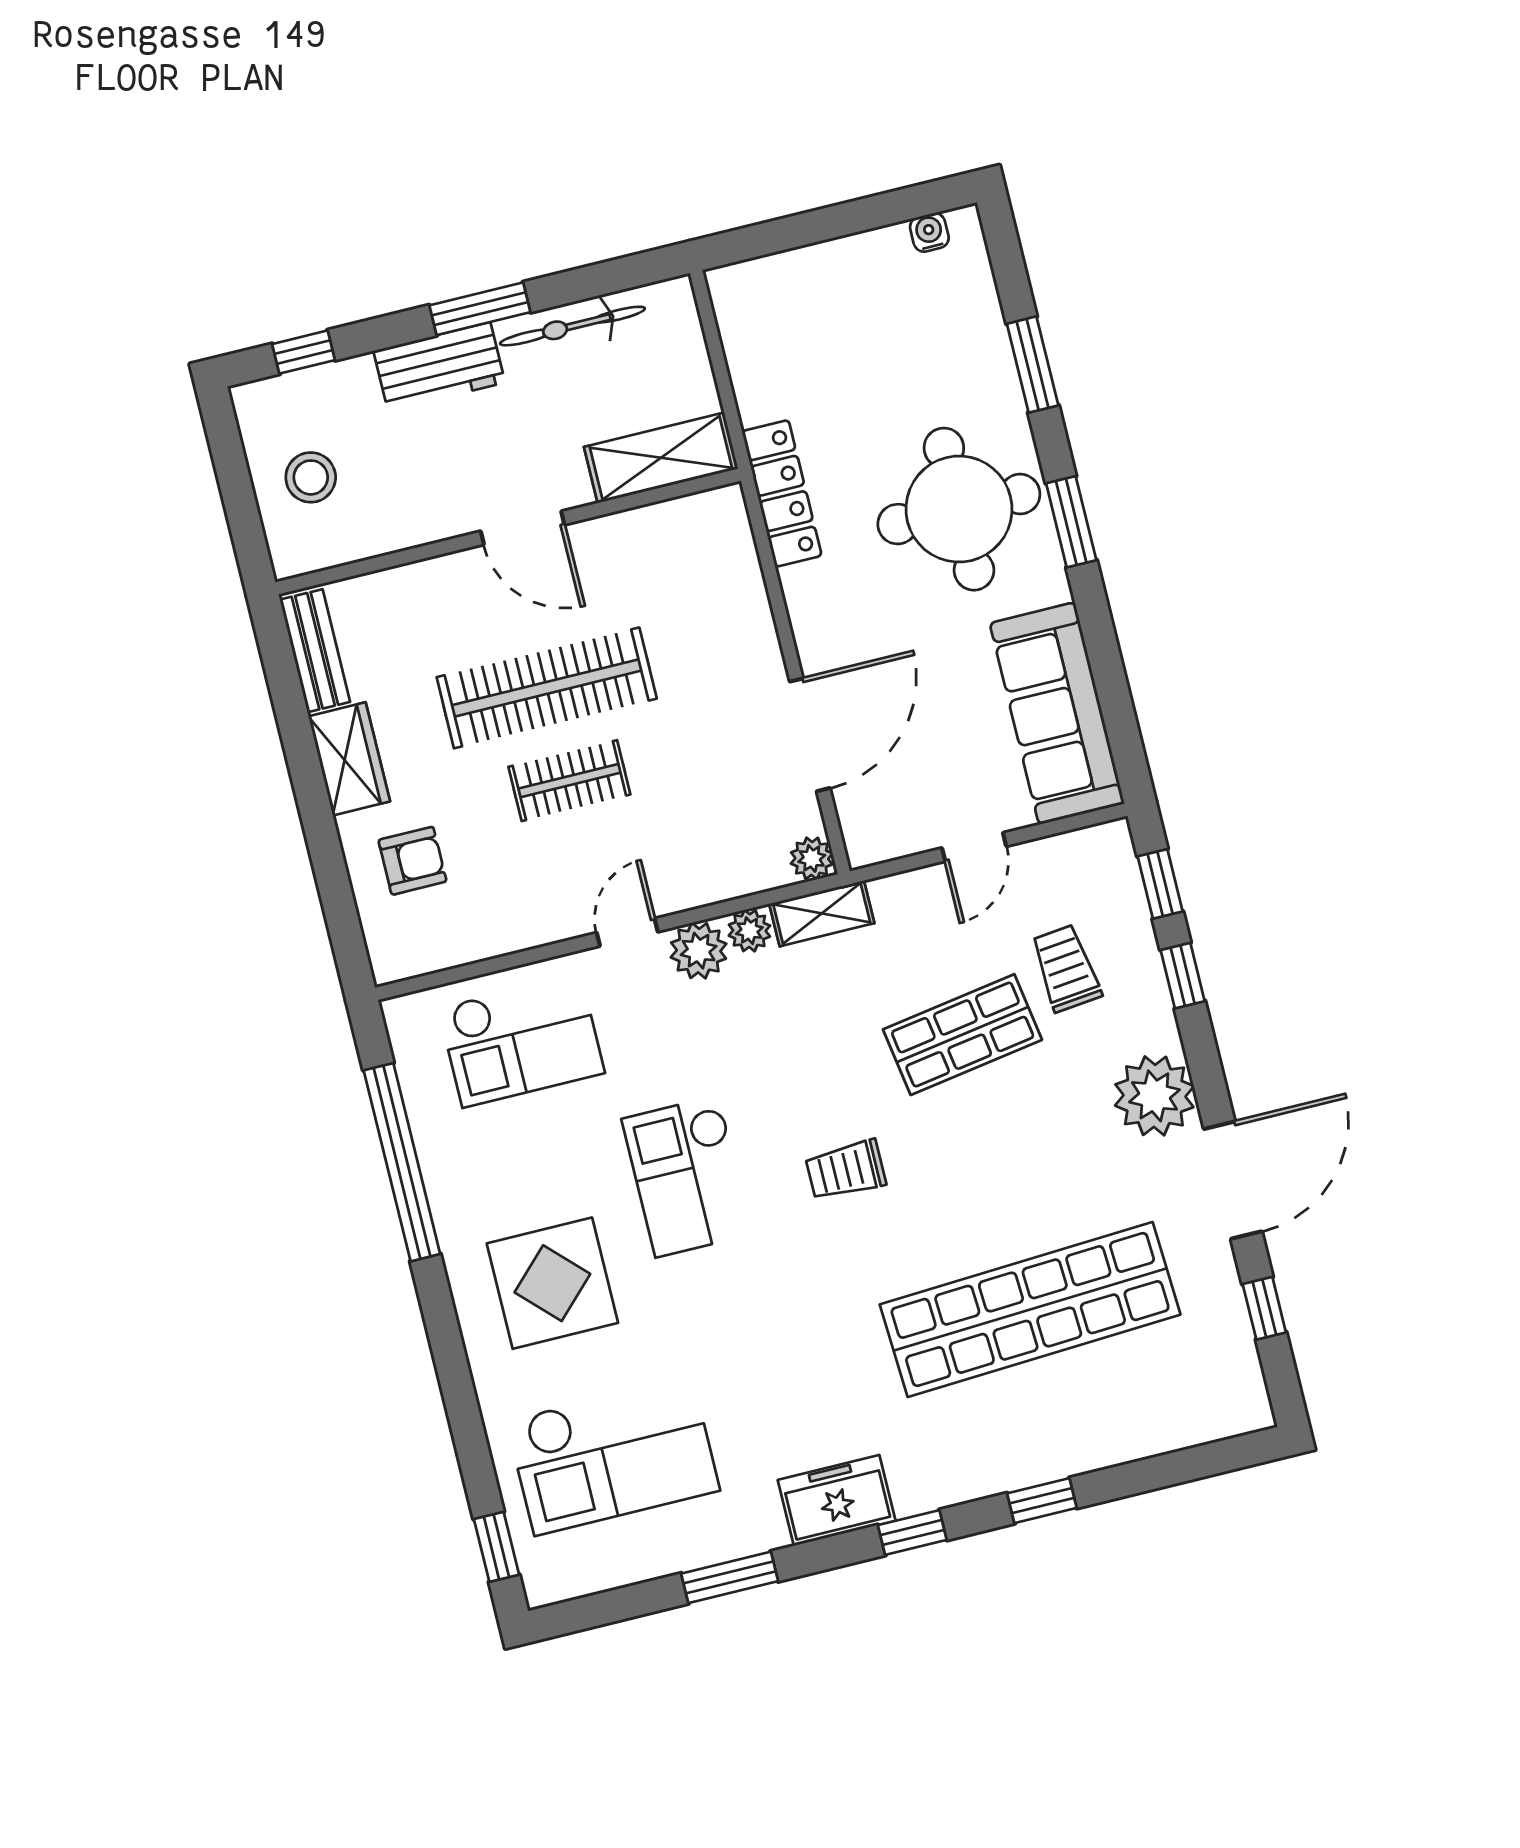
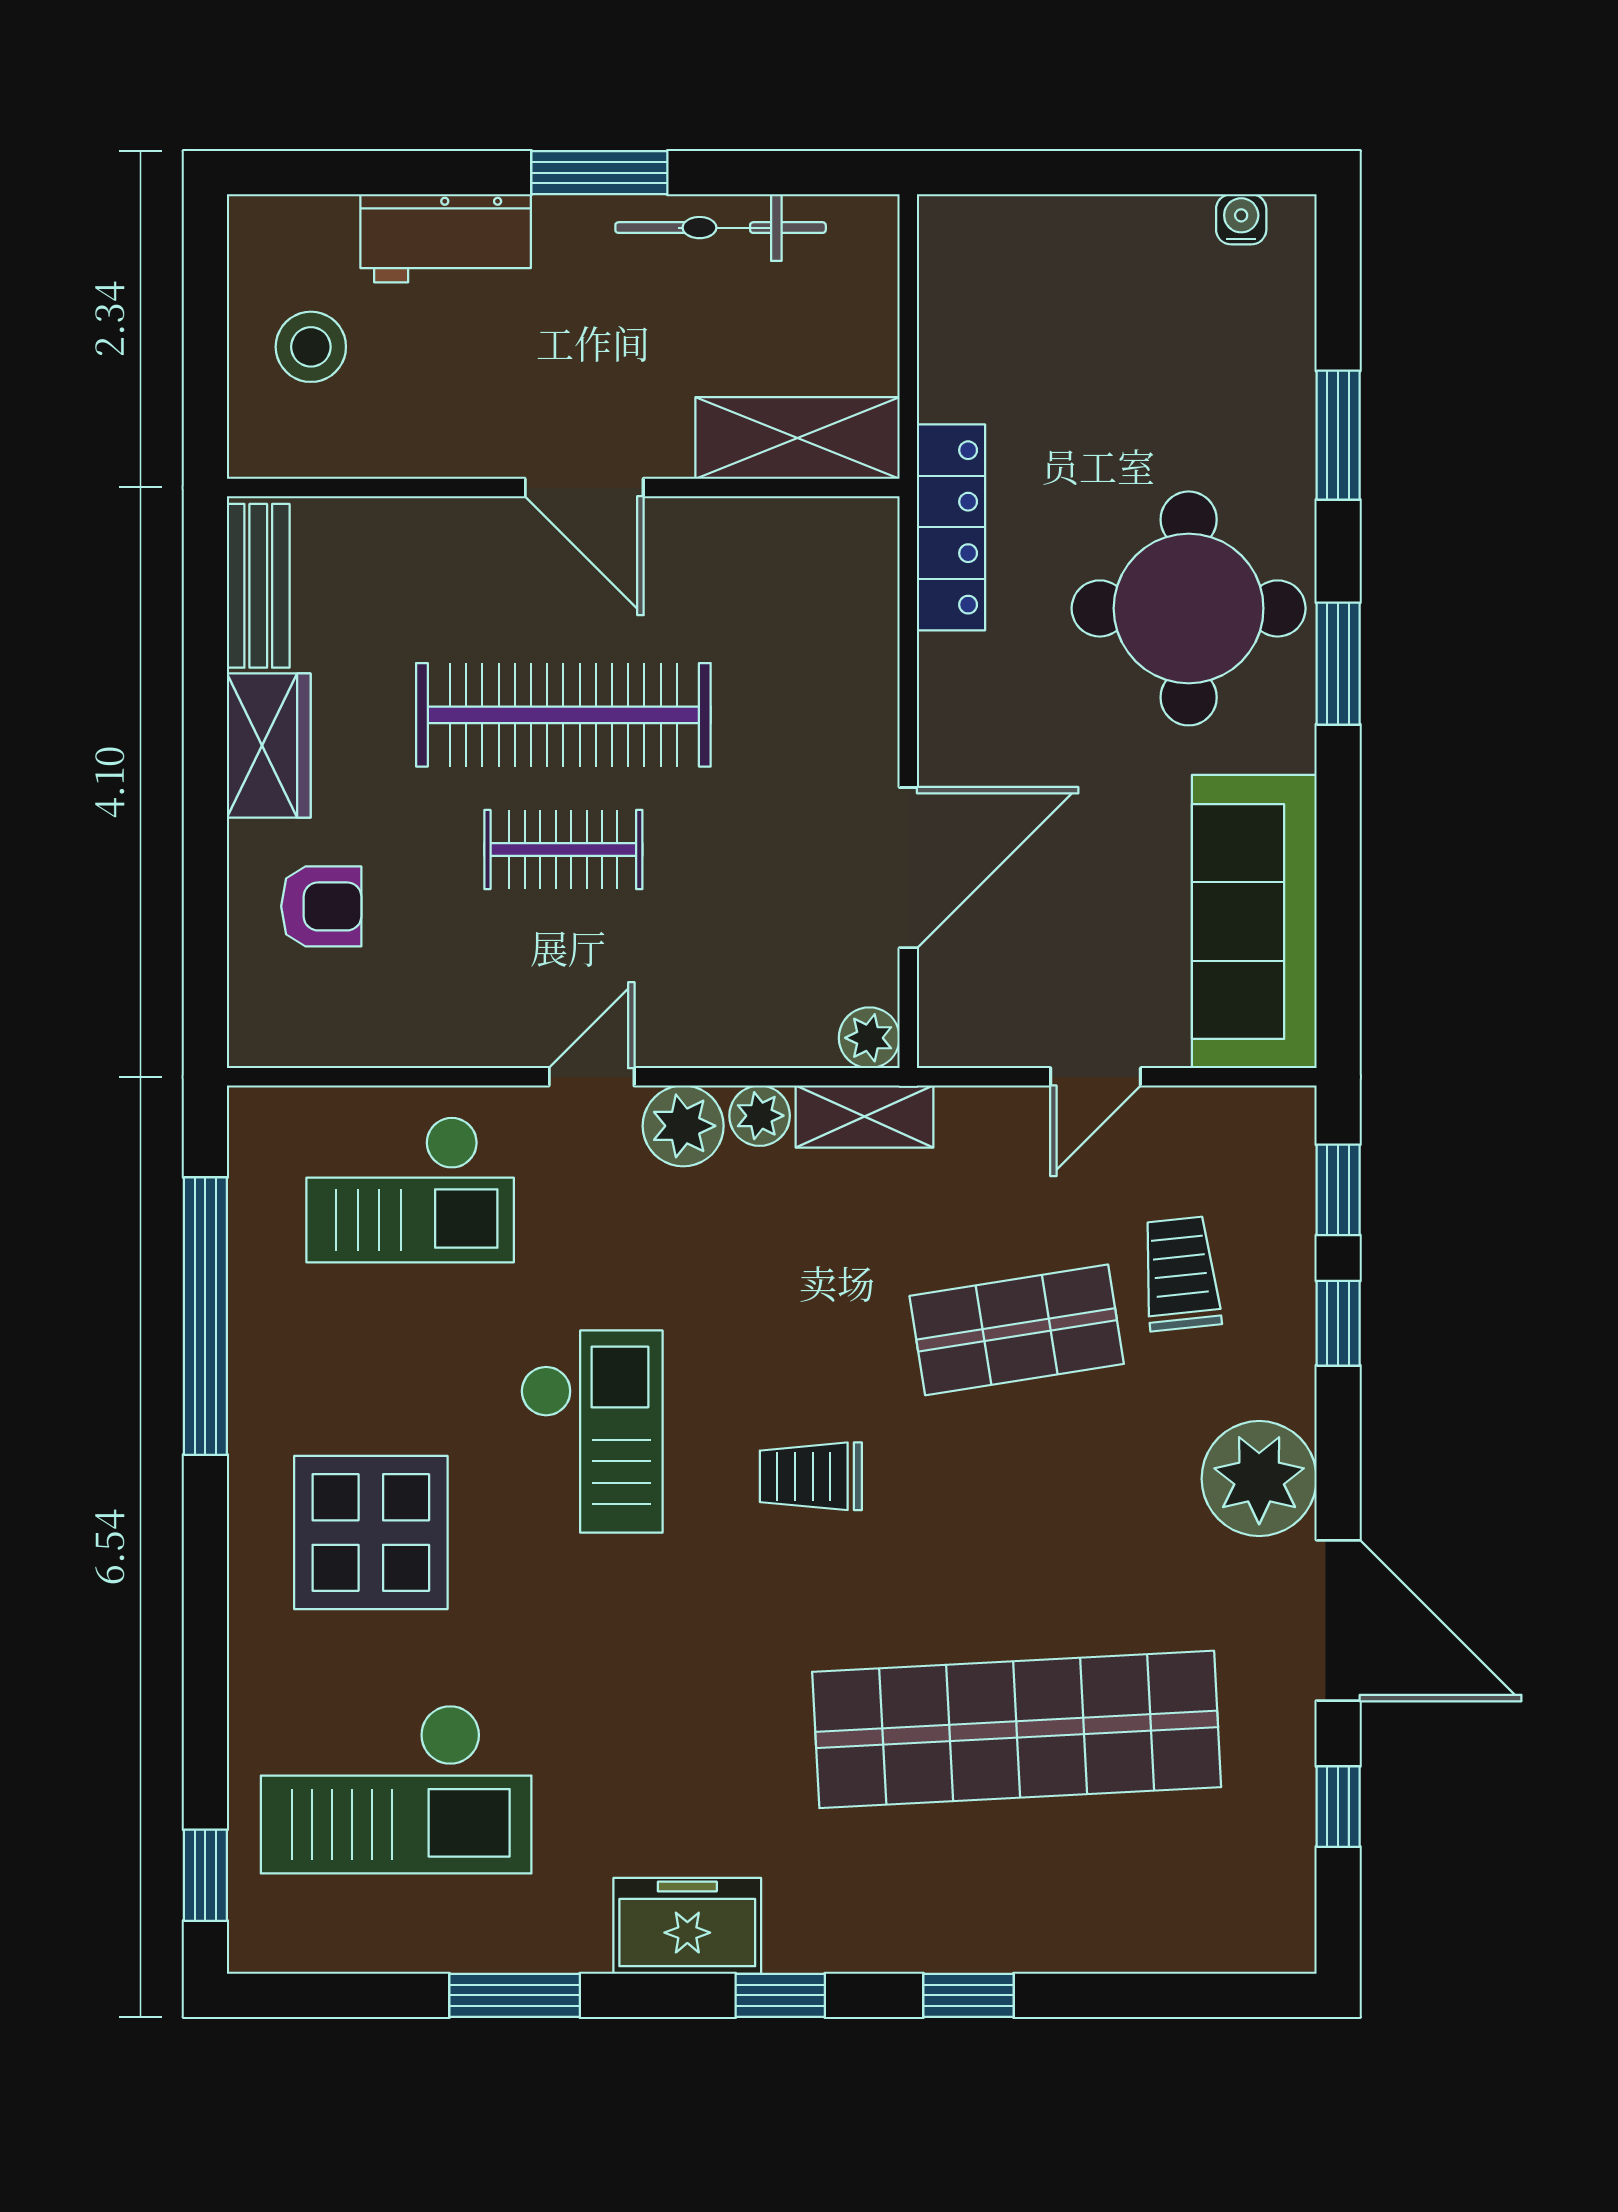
window: (303, 352) -> (343, 173), removed
workbench: (439, 367) -> (446, 238), moved
checkout: (687, 1176) -> (592, 1432), turned 180
door: (1233, 1180) -> (1338, 1620), hinge flipped

